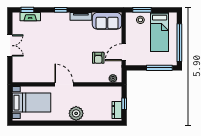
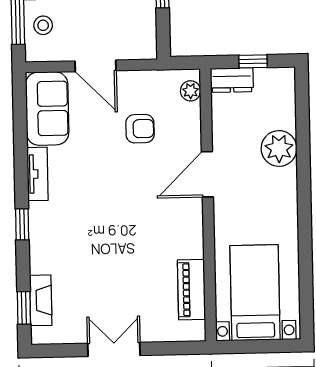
door: (124, 52) -> (96, 66), moved
piano: (33, 77) -> (191, 290), added
door: (64, 84) -> (207, 174), moved
dresser: (117, 110) -> (232, 80), moved
plant: (76, 113) -> (279, 148), moved

